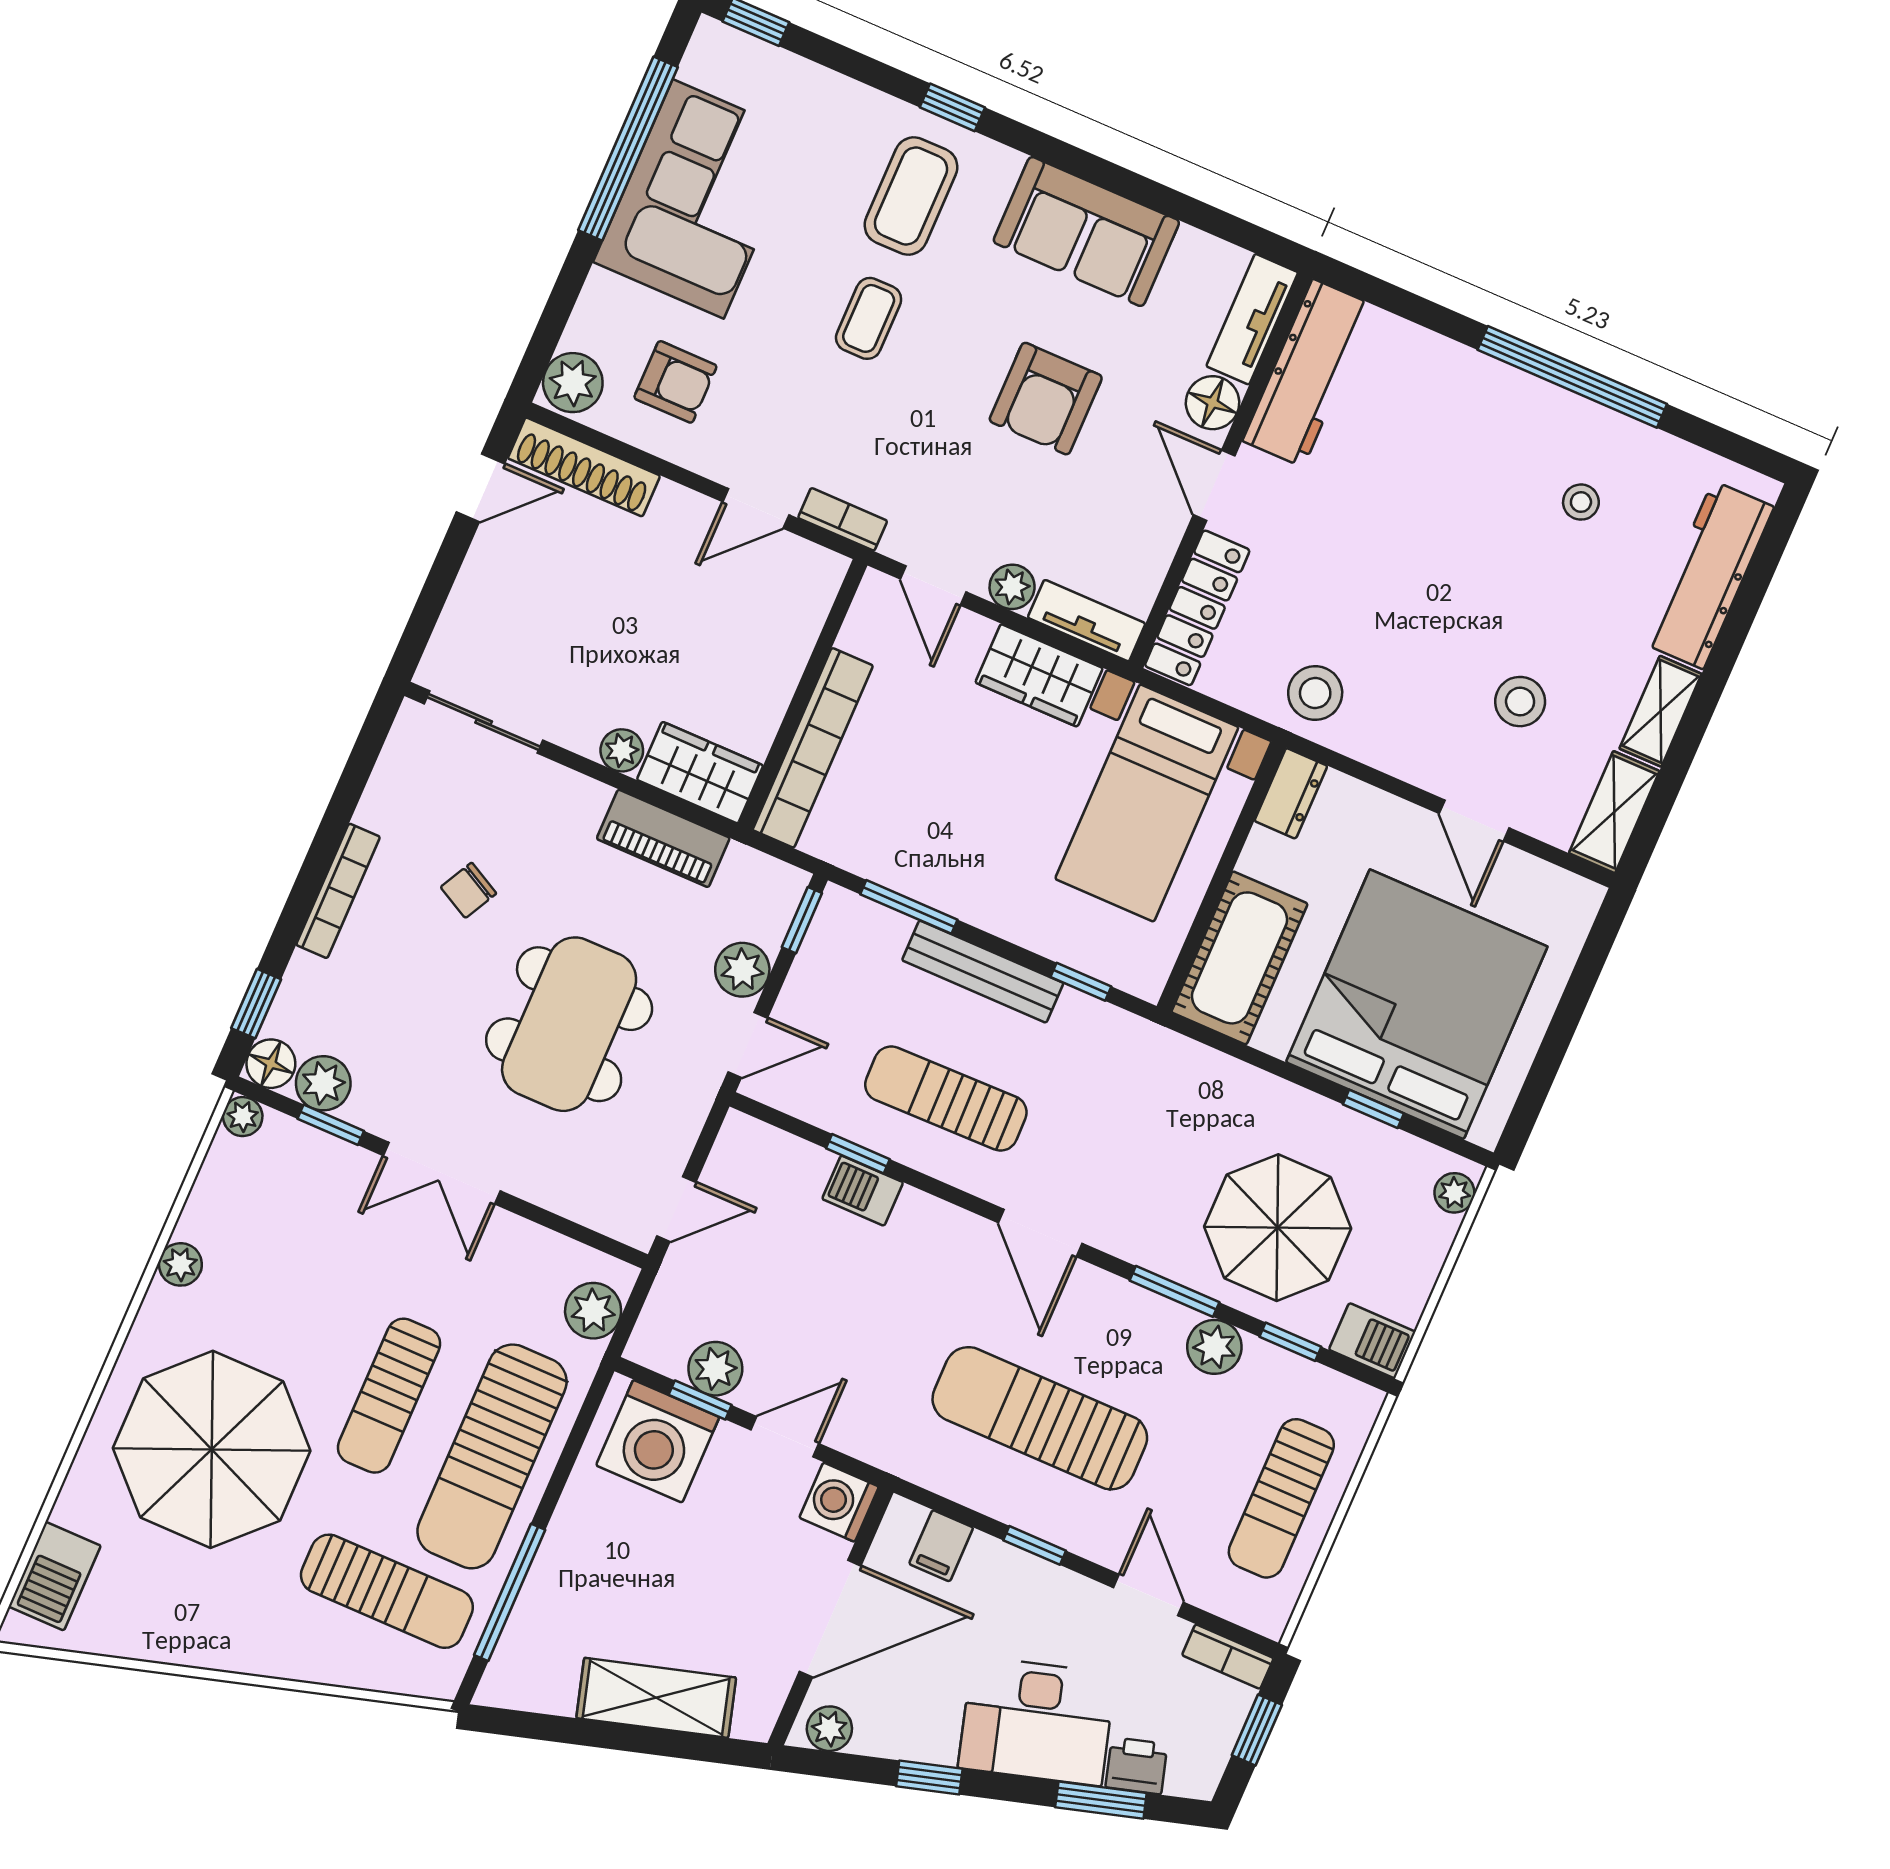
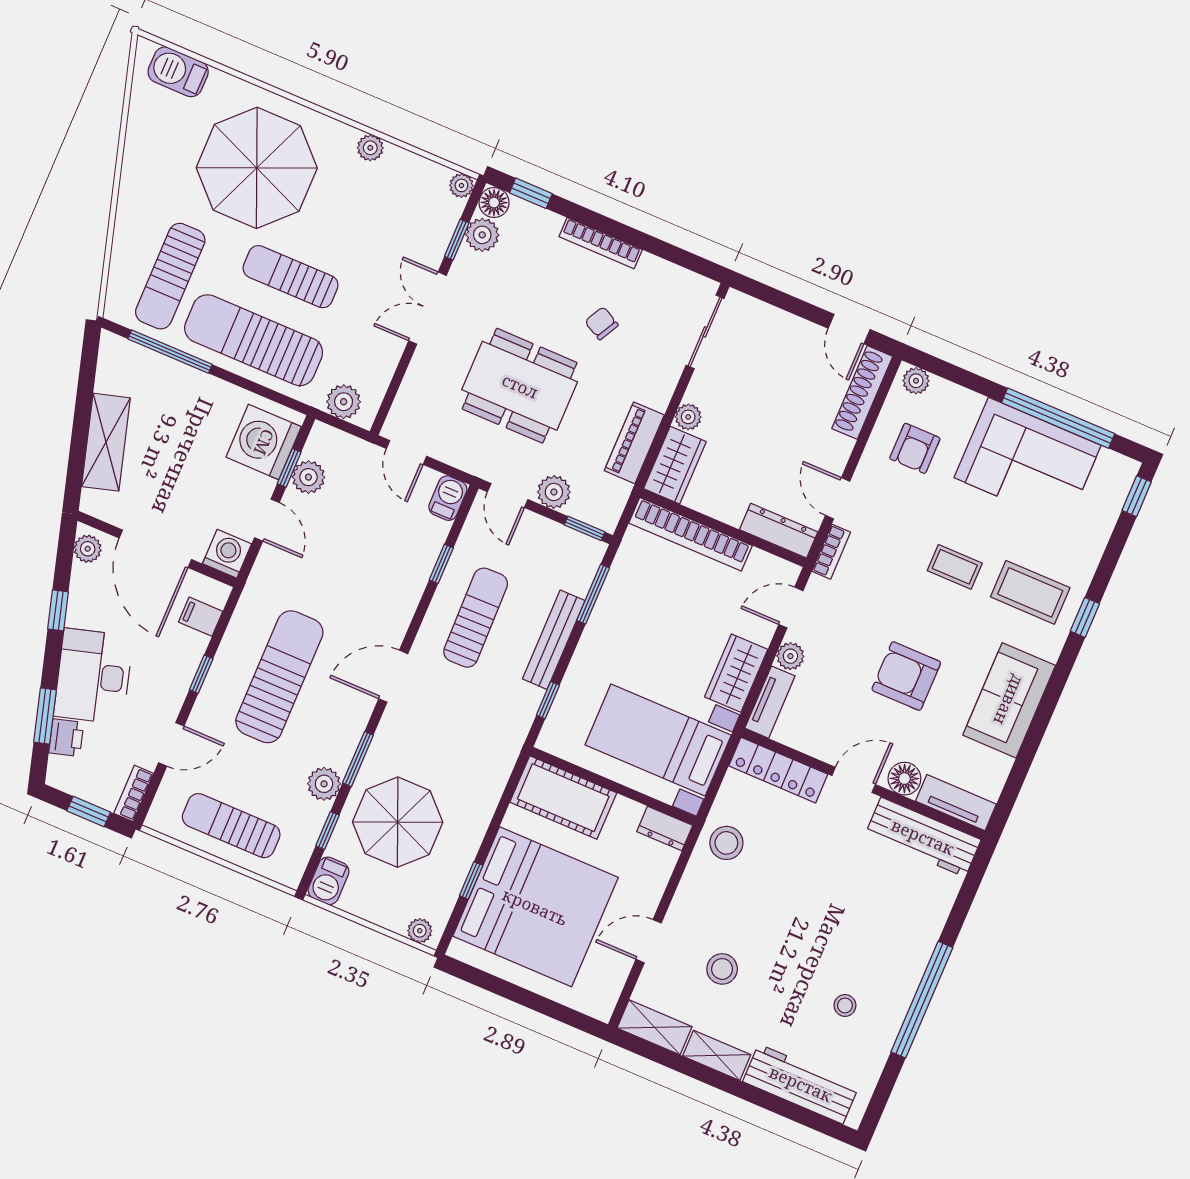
plant: (573, 383) -> (916, 381), width x0.73, depth x0.73
dresser: (808, 604) -> (779, 531), added
barbecue: (863, 1191) -> (448, 498), moved

